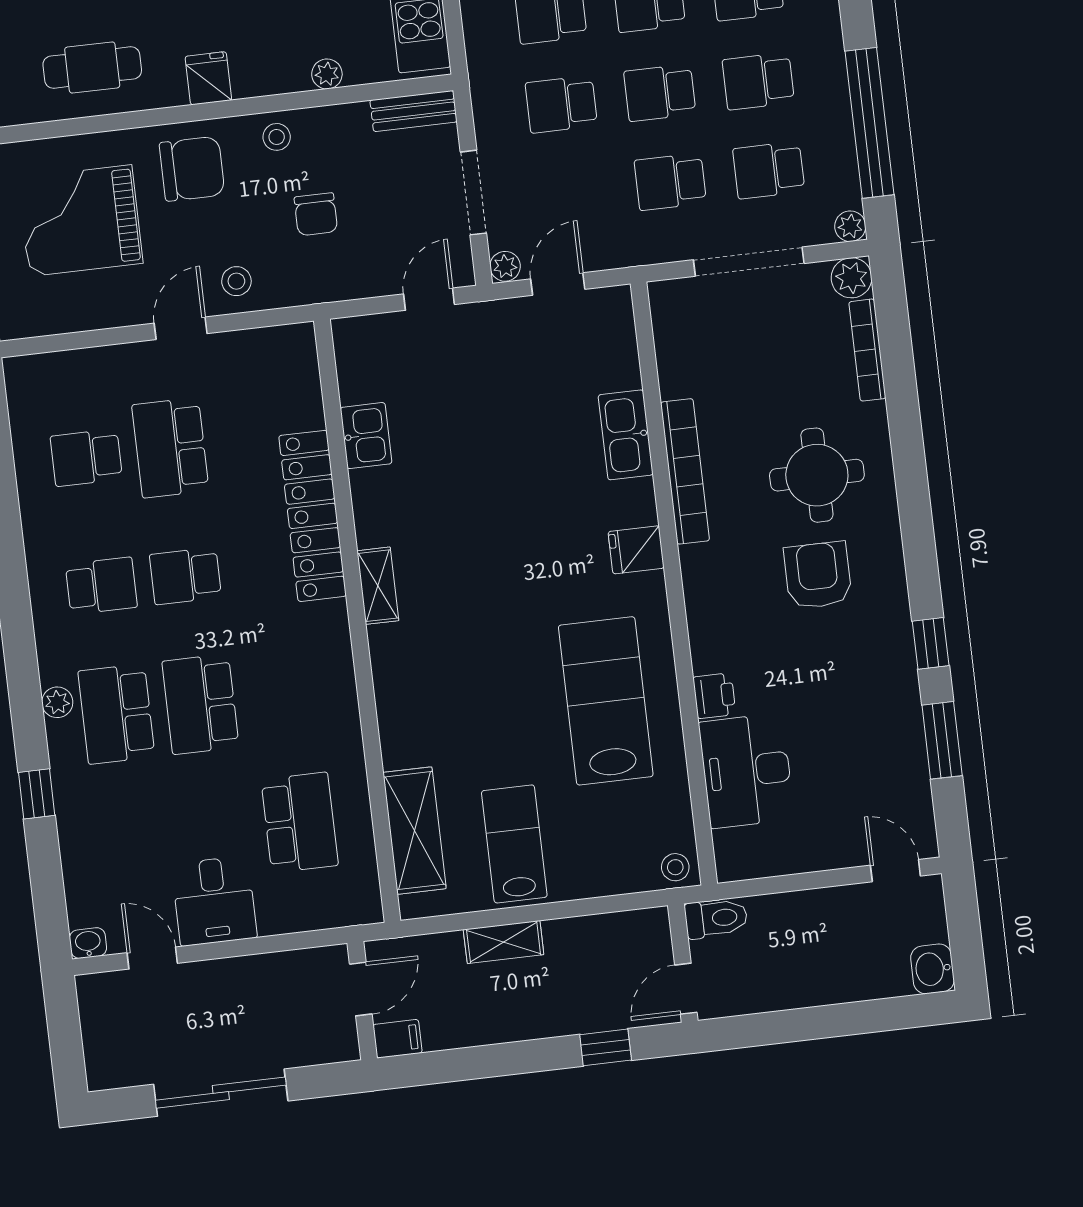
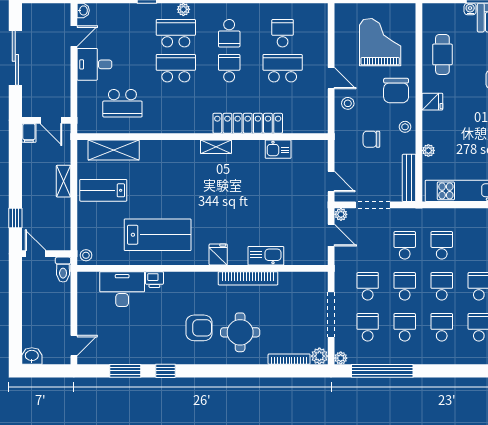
bench: (414, 111) -> (409, 178), width x1.36
lab bench: (514, 844) -> (103, 190), turned 180

